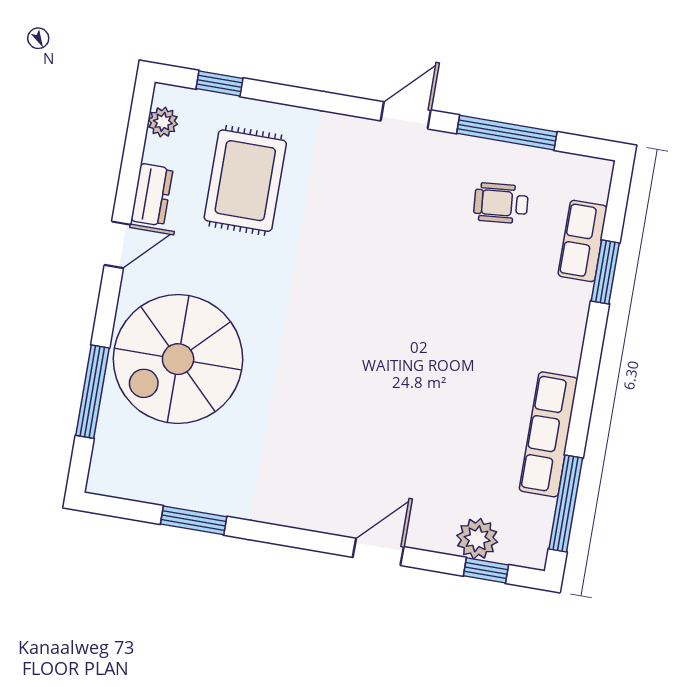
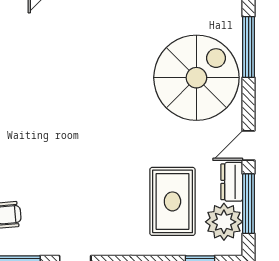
plant: (163, 122) -> (224, 222), width x1.88, depth x1.88
window: (132, 158) -> (249, 204), added

